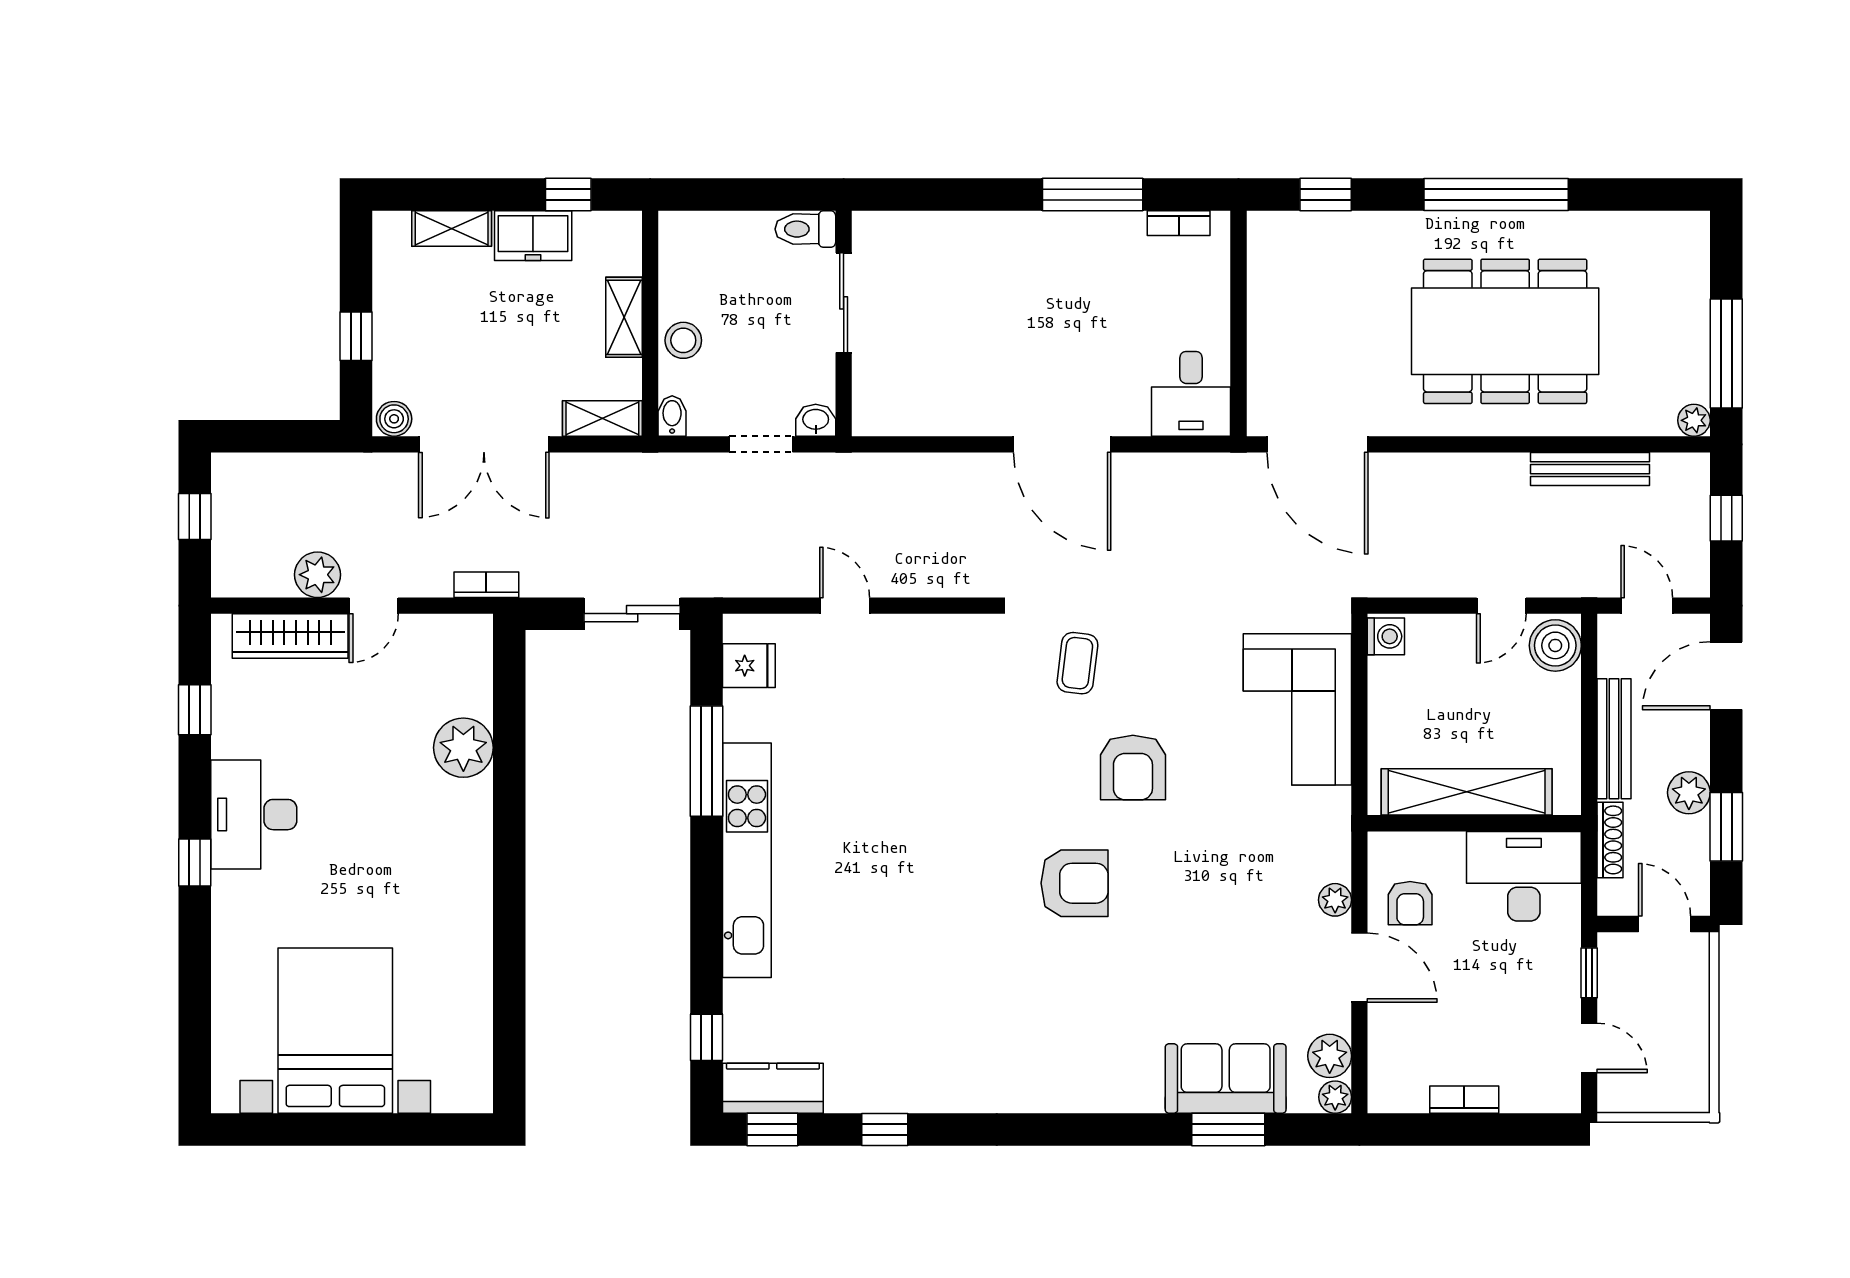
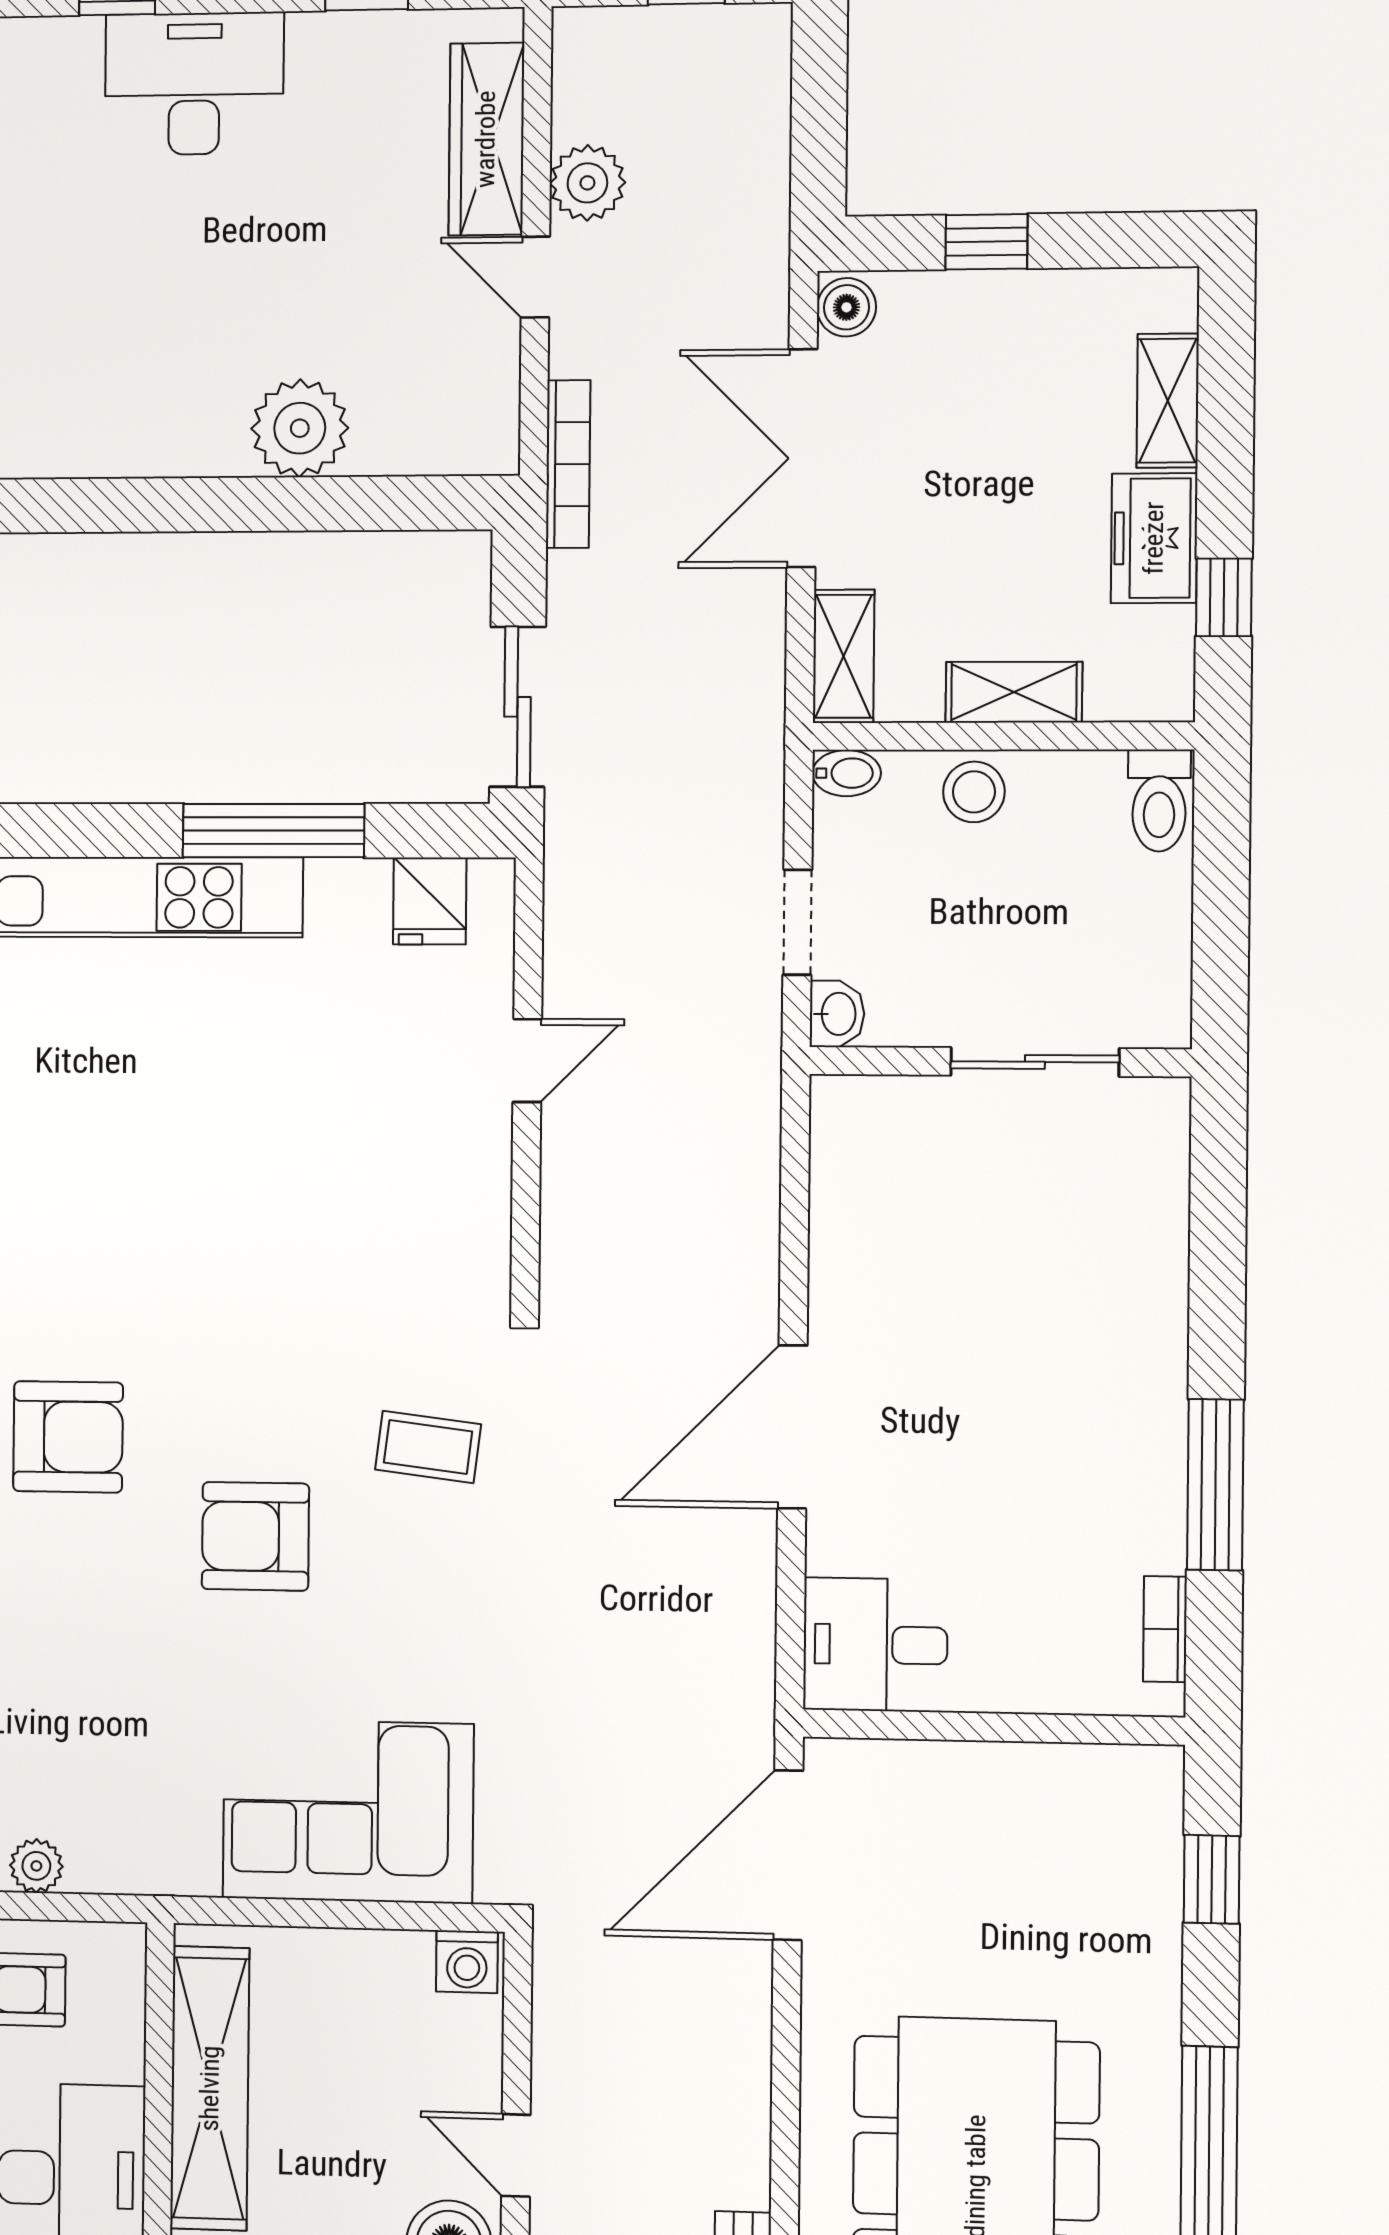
toilet: (805, 229) -> (1159, 801), moved, turned 180
bookcase: (486, 585) -> (568, 464), width x1.56
armchair: (1075, 883) -> (68, 1437), turned -90

